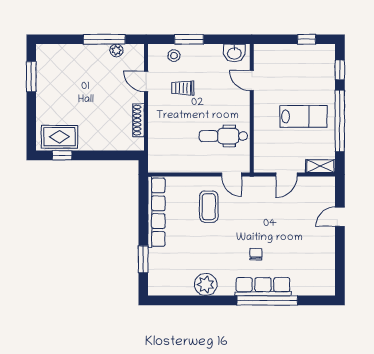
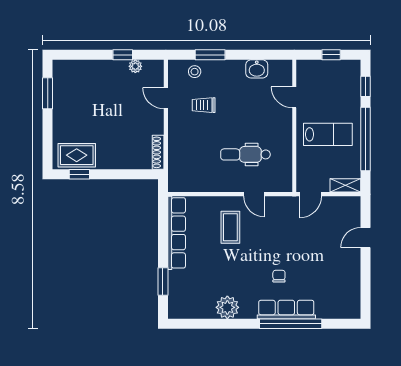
window: (104, 39) -> (123, 55), width x0.46
door: (252, 81) -> (294, 97), moved
wall: (252, 108) -> (294, 126), moved
shoe rack: (139, 120) -> (158, 152), moved

